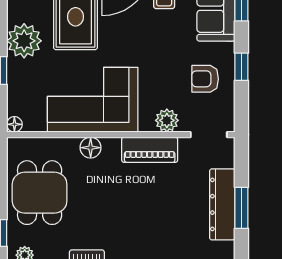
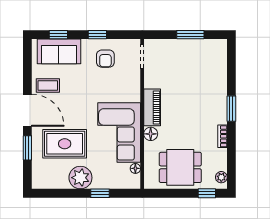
plant: (167, 120) -> (133, 84), removed
floor lamp: (14, 124) -> (135, 168), moved
piano: (150, 150) -> (152, 107), moved
dresser: (222, 204) -> (188, 47), removed

